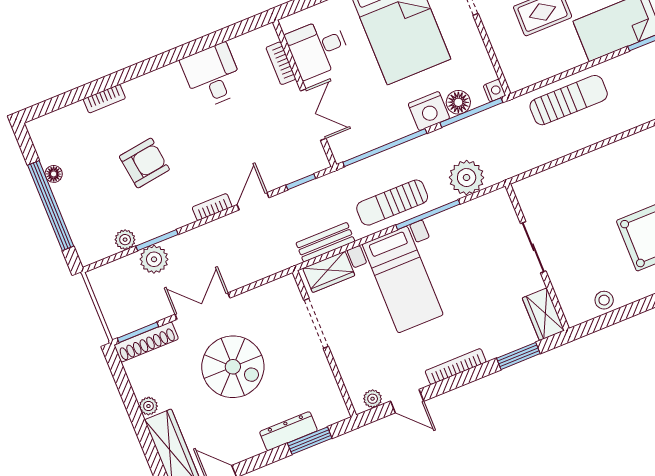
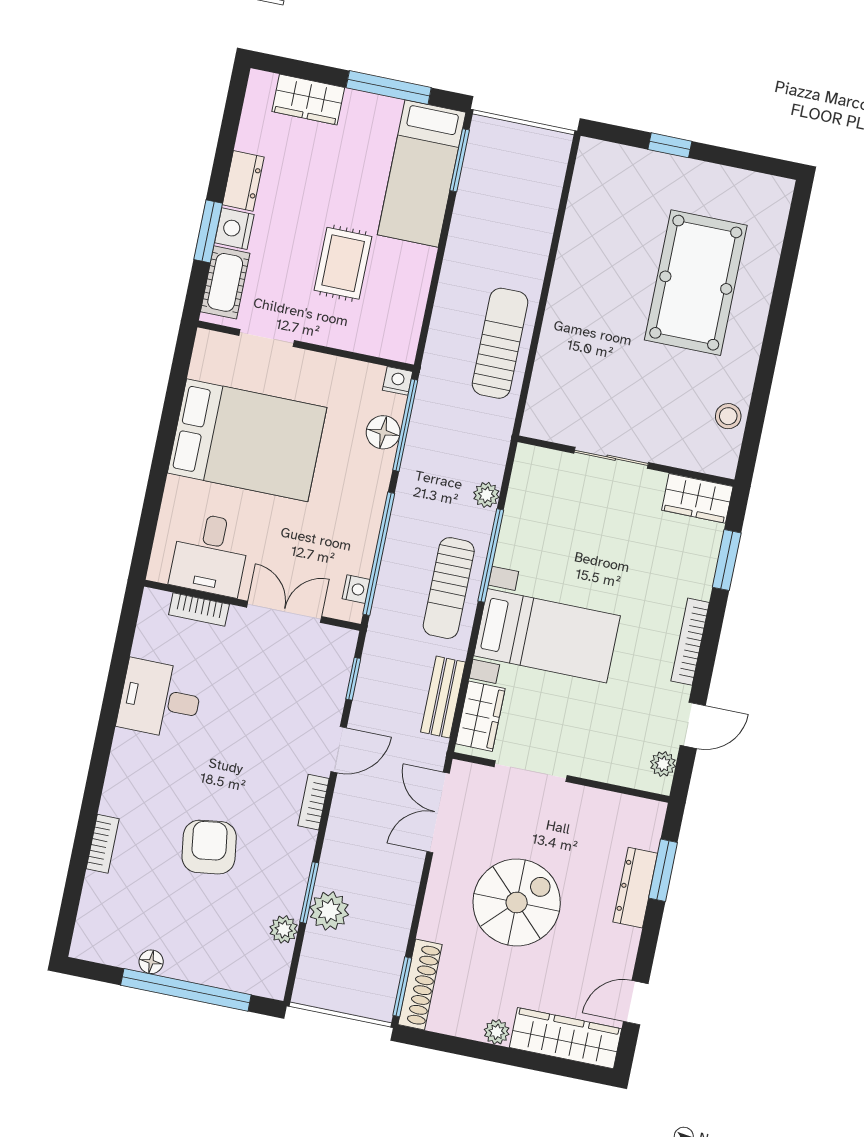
sun lounger: (569, 100) -> (500, 343), moved
nightstand: (429, 111) -> (356, 589), moved, width x0.53, depth x0.56
plant: (467, 178) -> (486, 495), width x0.53, depth x0.53
door: (253, 201) -> (339, 750), swing flipped
double door: (202, 306) -> (438, 812), moved

